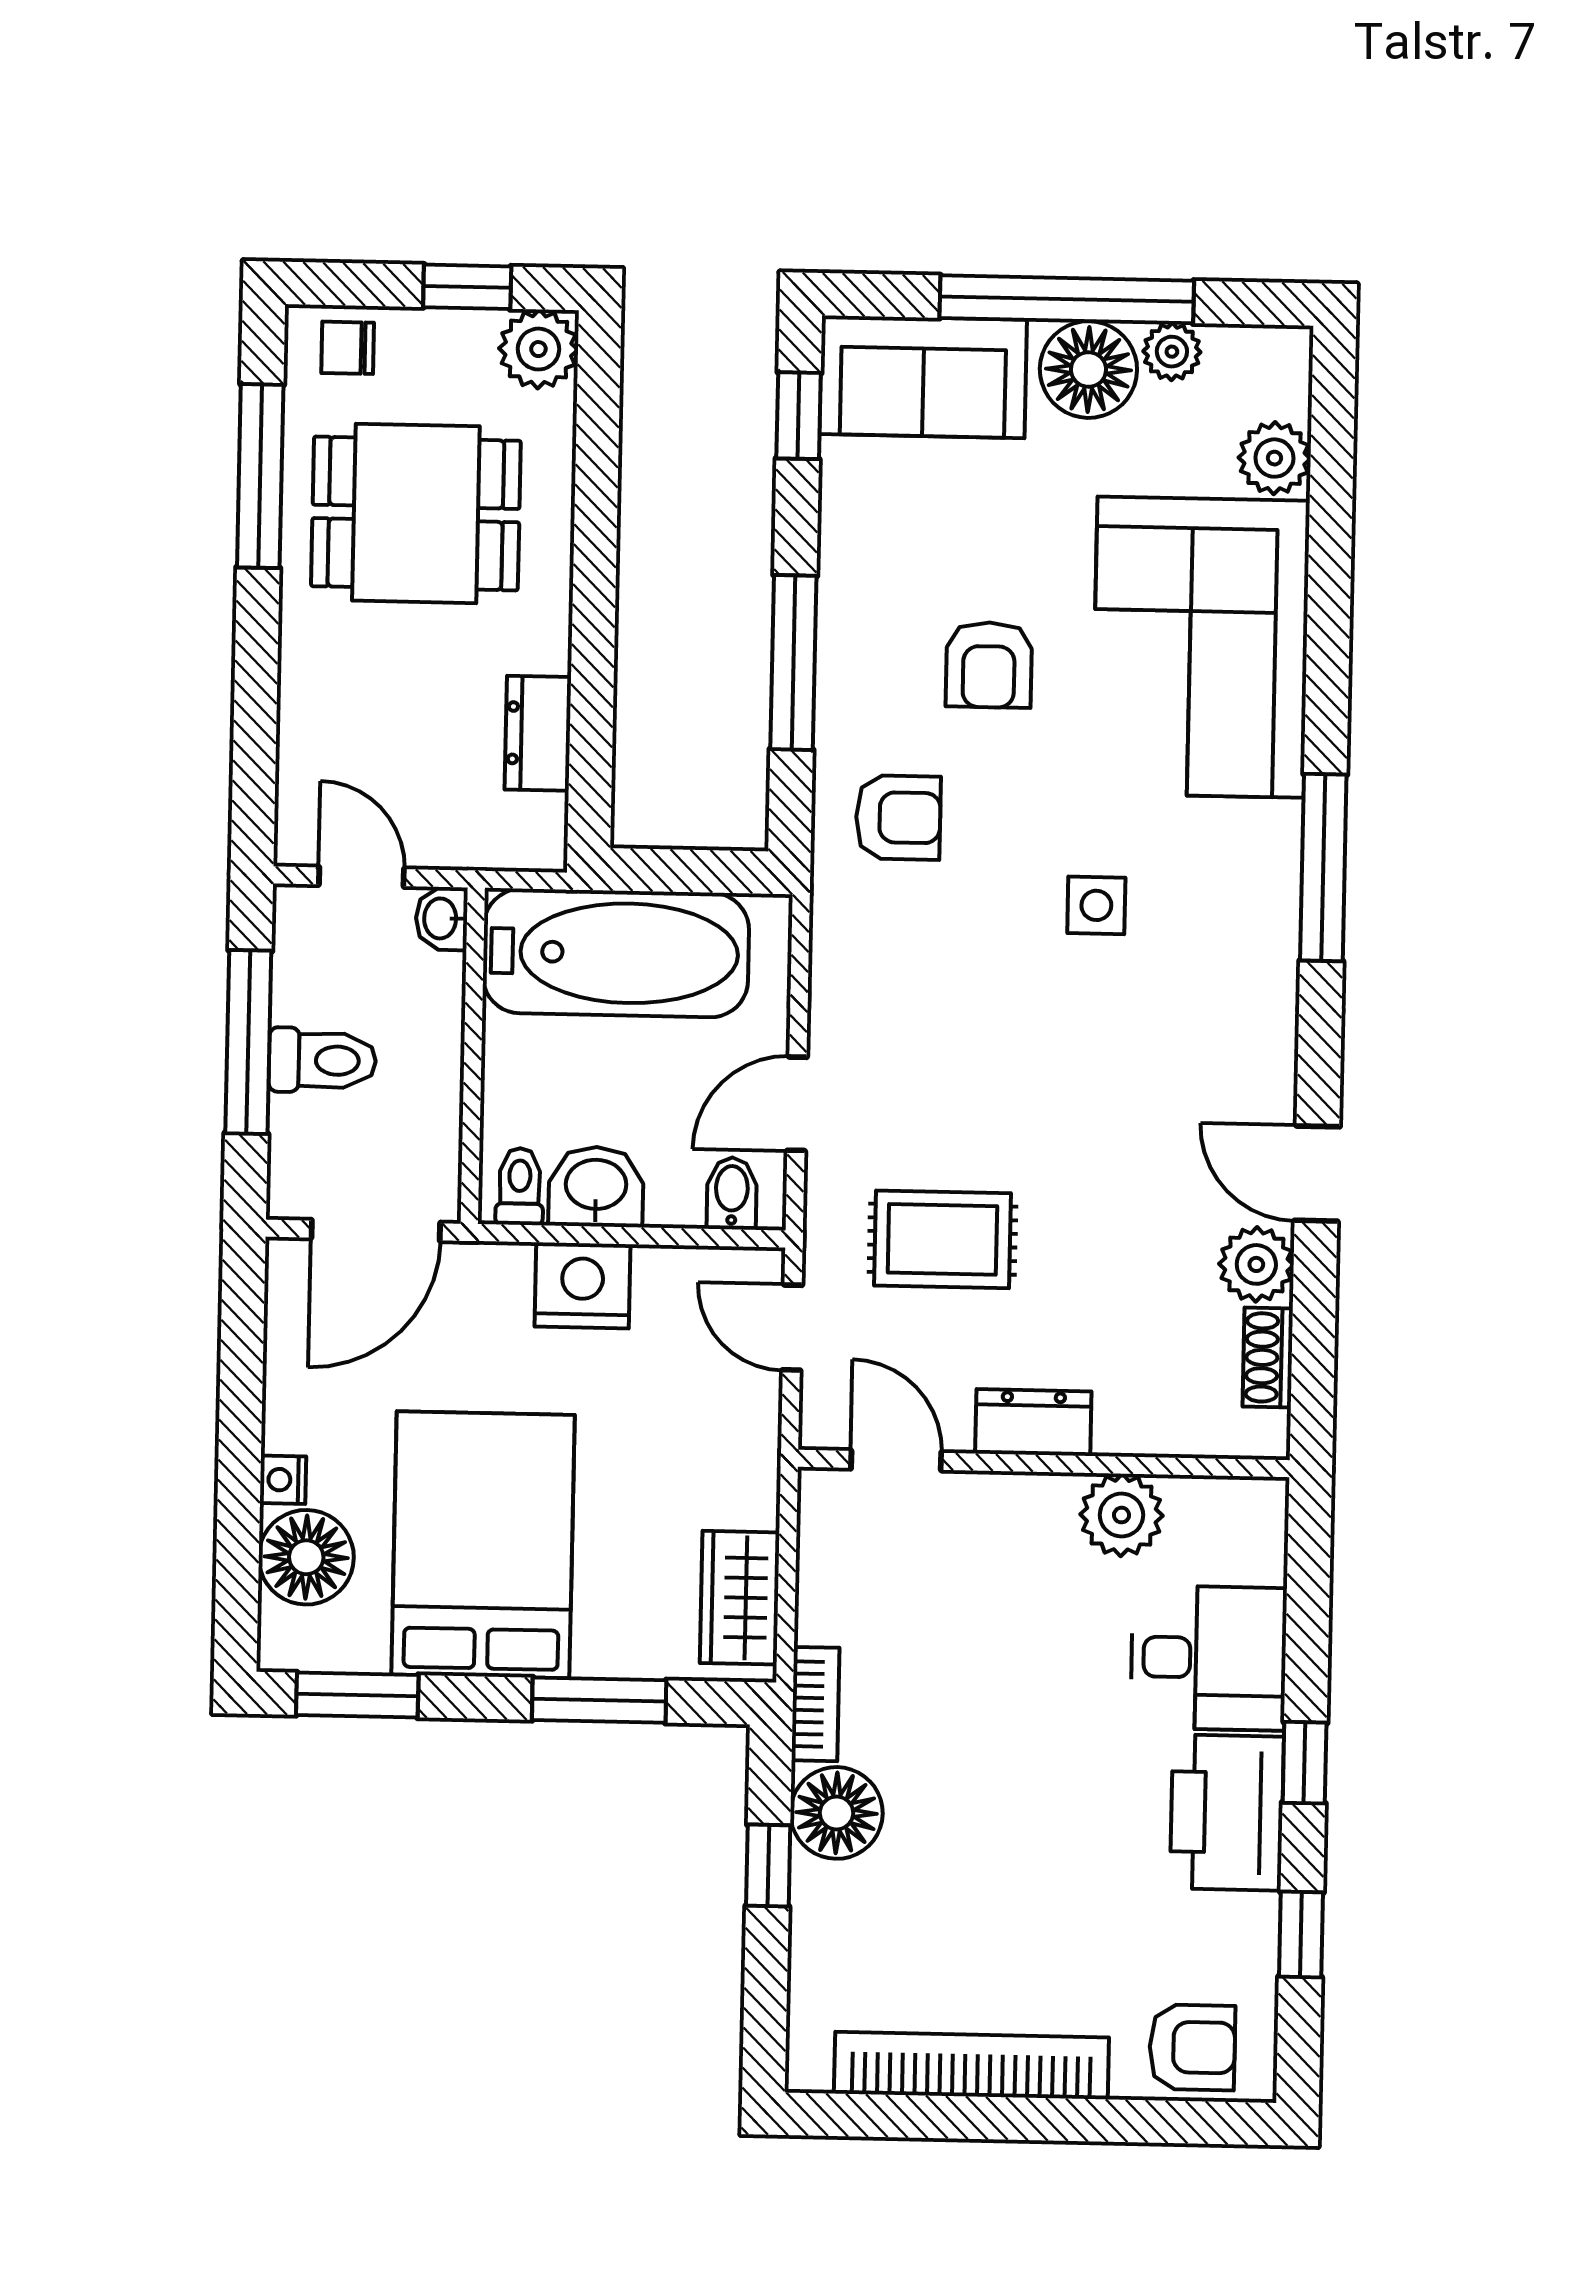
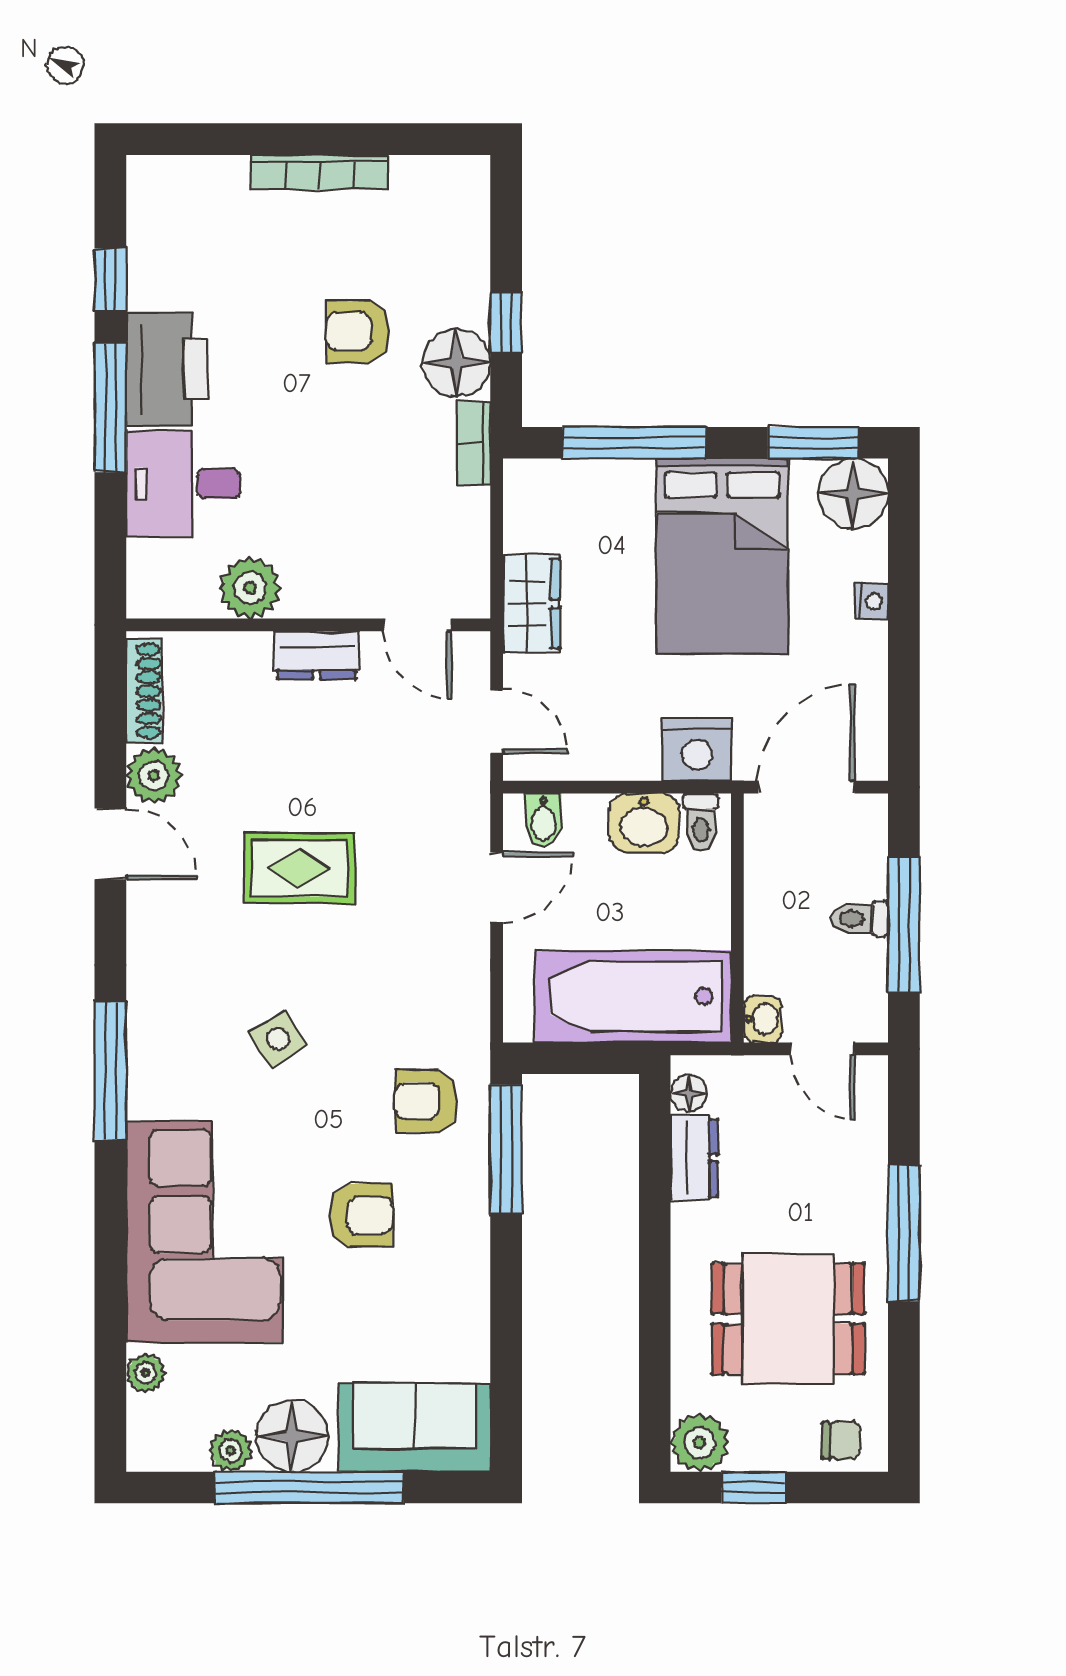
window: (799, 416) -> (506, 1397), removed
plant: (1274, 458) -> (146, 1373), width x0.73, depth x0.73
window: (260, 476) -> (904, 1233), moved
window: (793, 662) -> (506, 1149), moved
armchair: (989, 665) -> (361, 1216), turned 90
floor lamp: (544, 821) -> (689, 1093), added
side table: (1096, 905) -> (278, 1039), turned -32
toilet: (322, 1060) -> (860, 919), width x0.73, depth x0.72
rug: (942, 1239) -> (299, 868), moved
nightstand: (582, 1285) -> (697, 750), moved
shoe rack: (1268, 1358) -> (144, 691), width x1.43
floor lamp: (306, 1557) -> (853, 494), moved
wardrobe: (740, 1598) -> (531, 604), moved
window: (599, 1700) -> (634, 443), width x1.44
window: (1305, 1763) -> (110, 407), width x2.17
armchair: (1192, 2047) -> (357, 331), moved
bookcase: (971, 2065) -> (320, 172), width x0.68, depth x0.76

